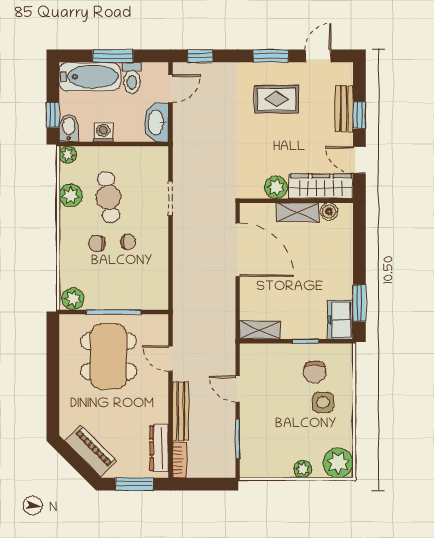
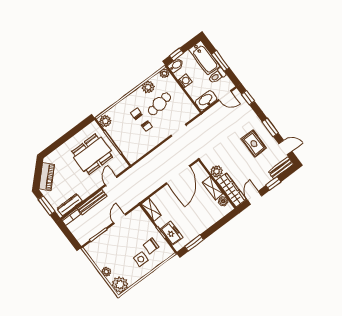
bench: (344, 109) -> (281, 168), moved
freezer: (340, 320) -> (171, 233), moved, turned 90

